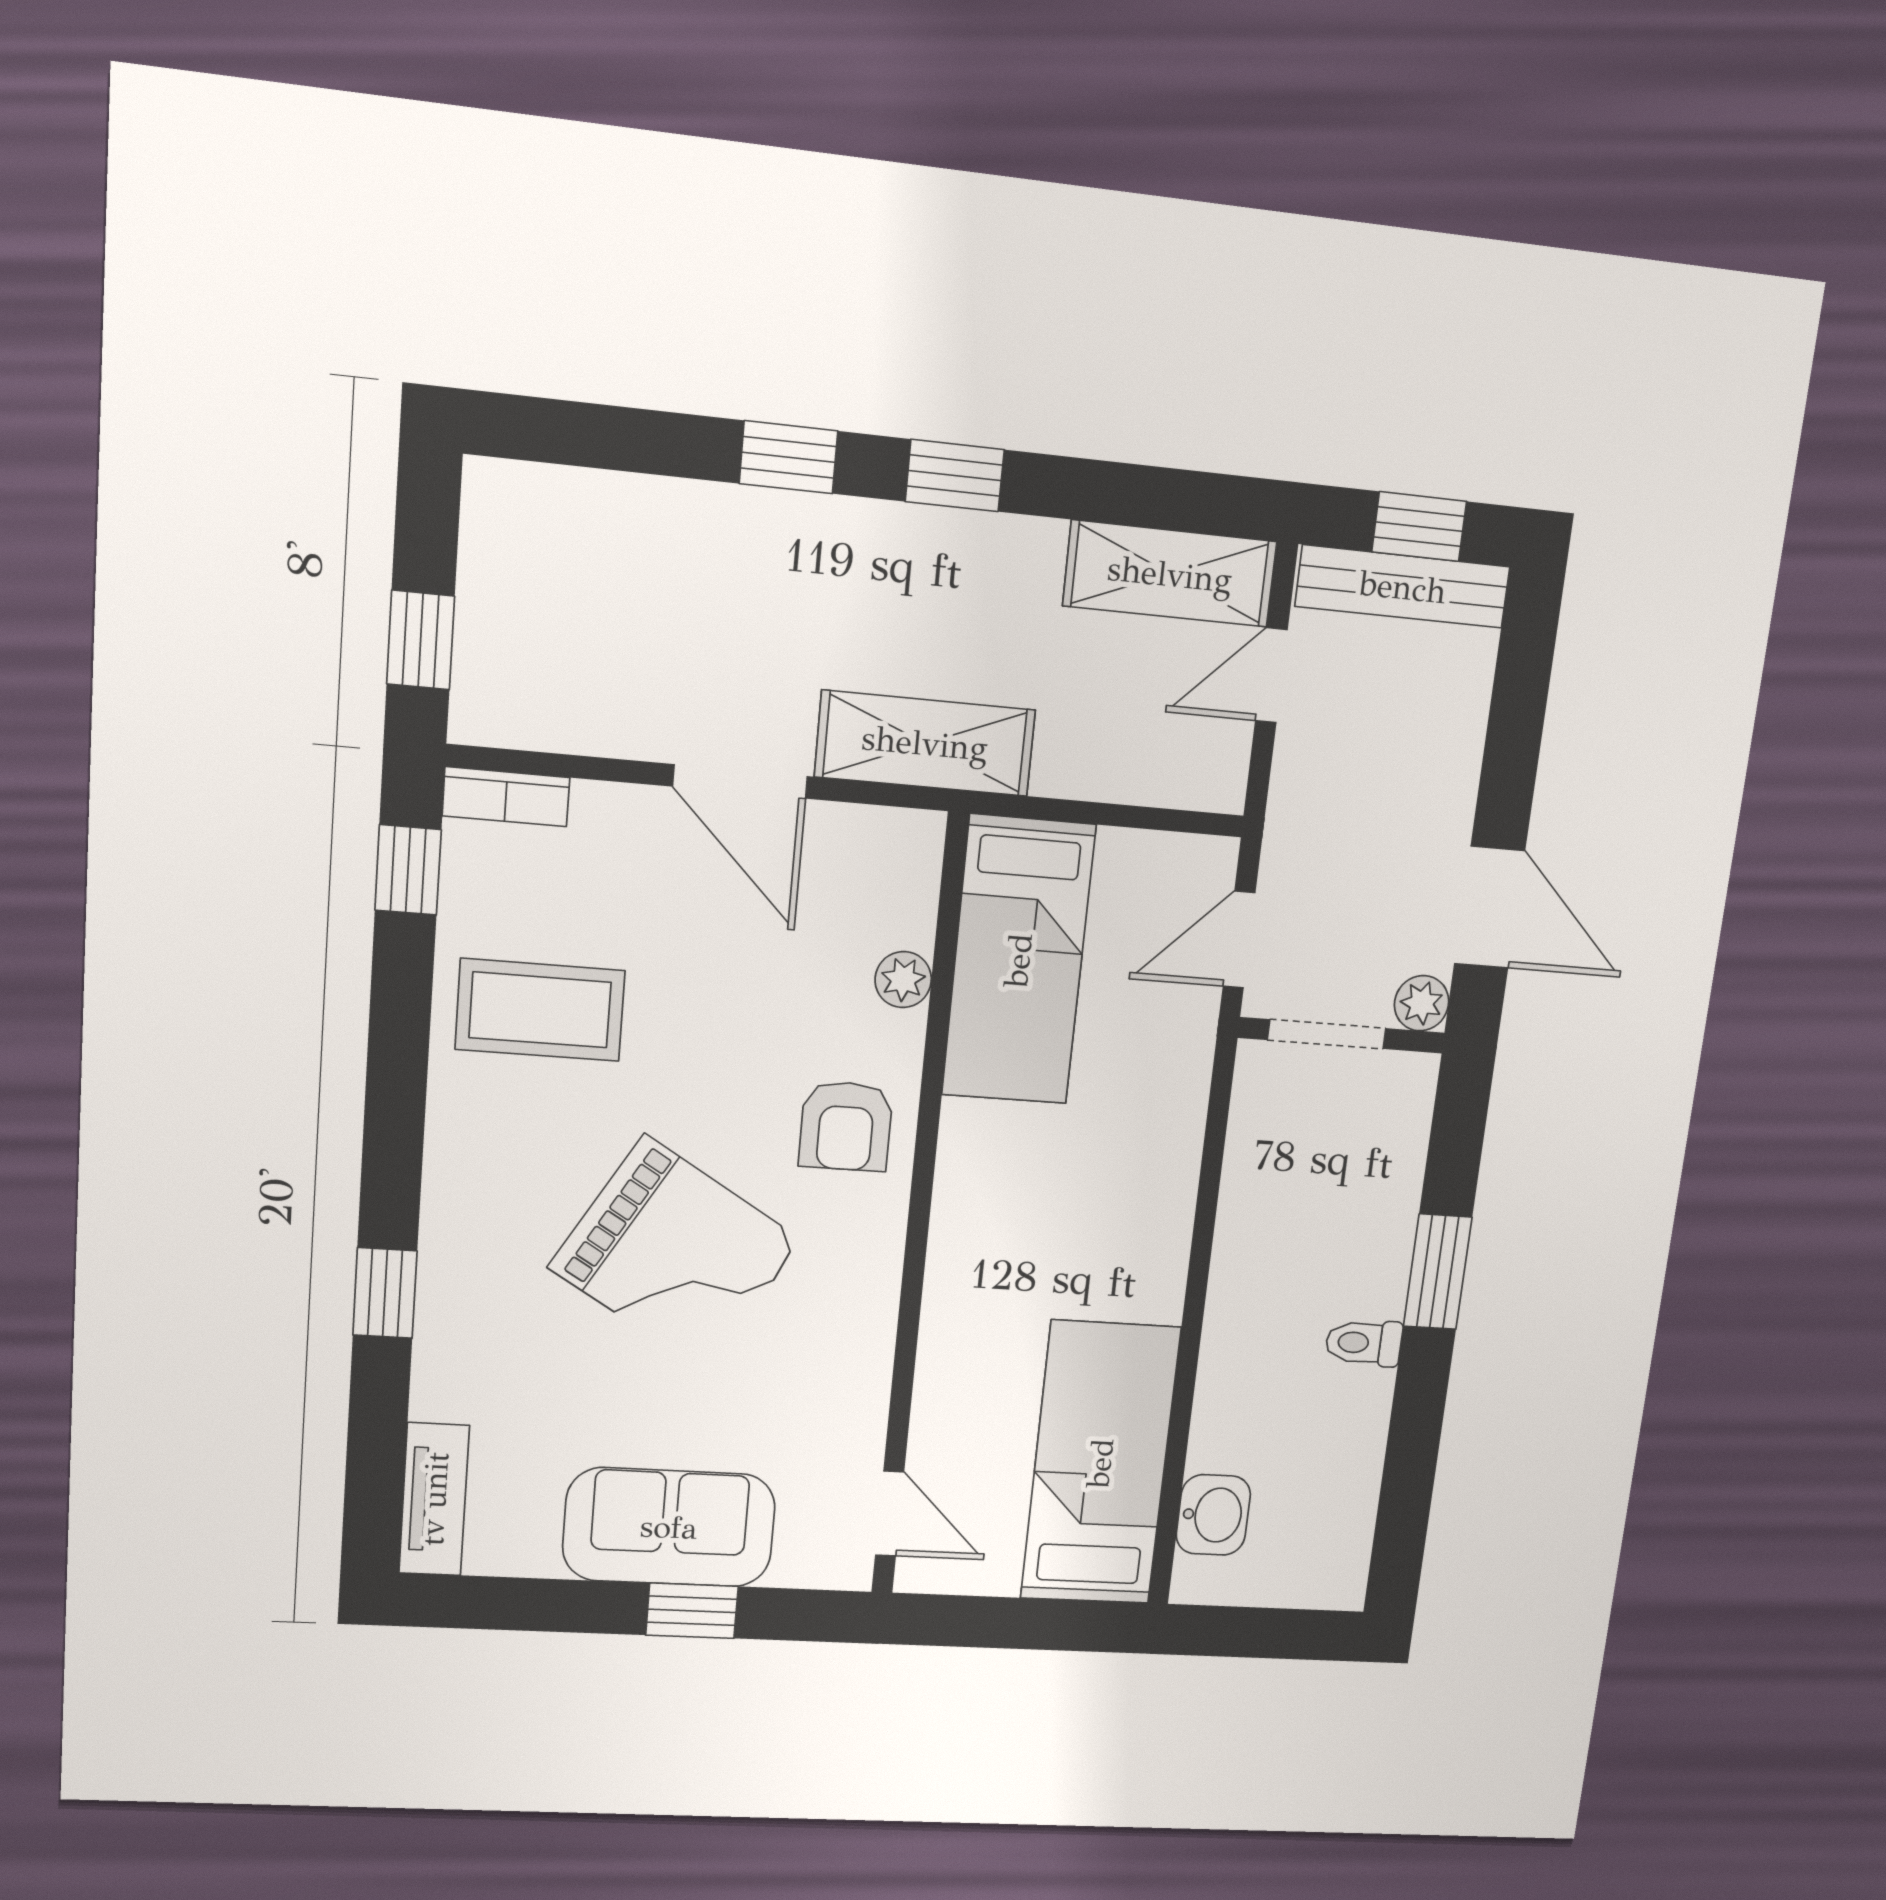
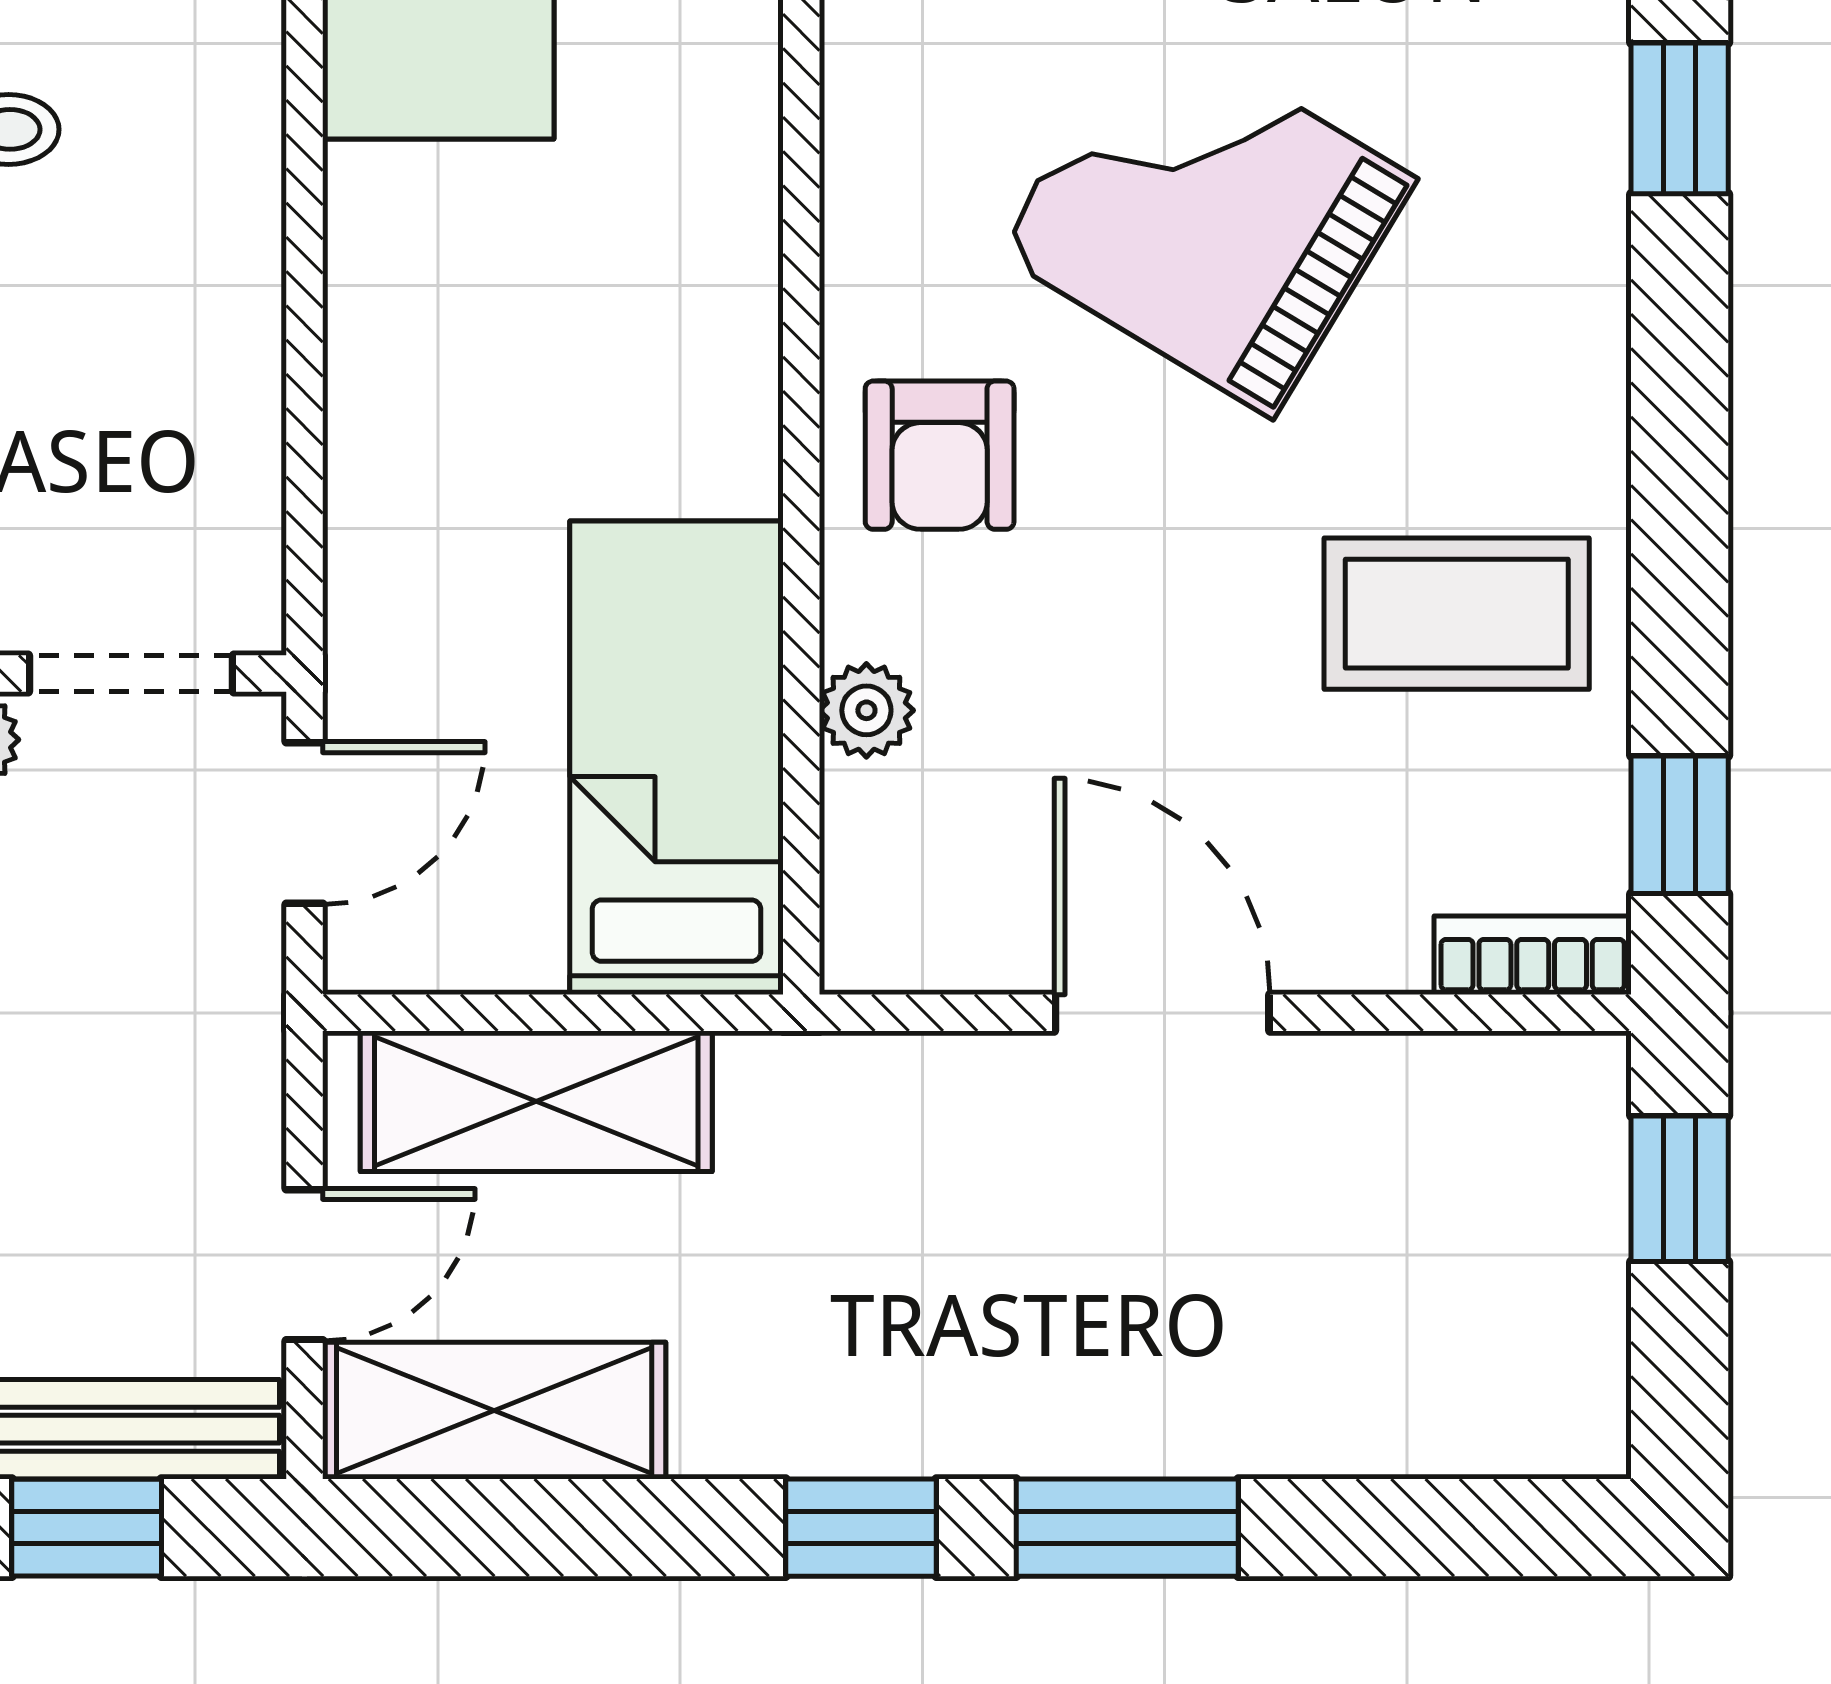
window: (789, 457) -> (1127, 1528), width x1.50
shelving: (925, 743) -> (536, 1101), moved
armchair: (846, 1126) -> (940, 455), turned 180

